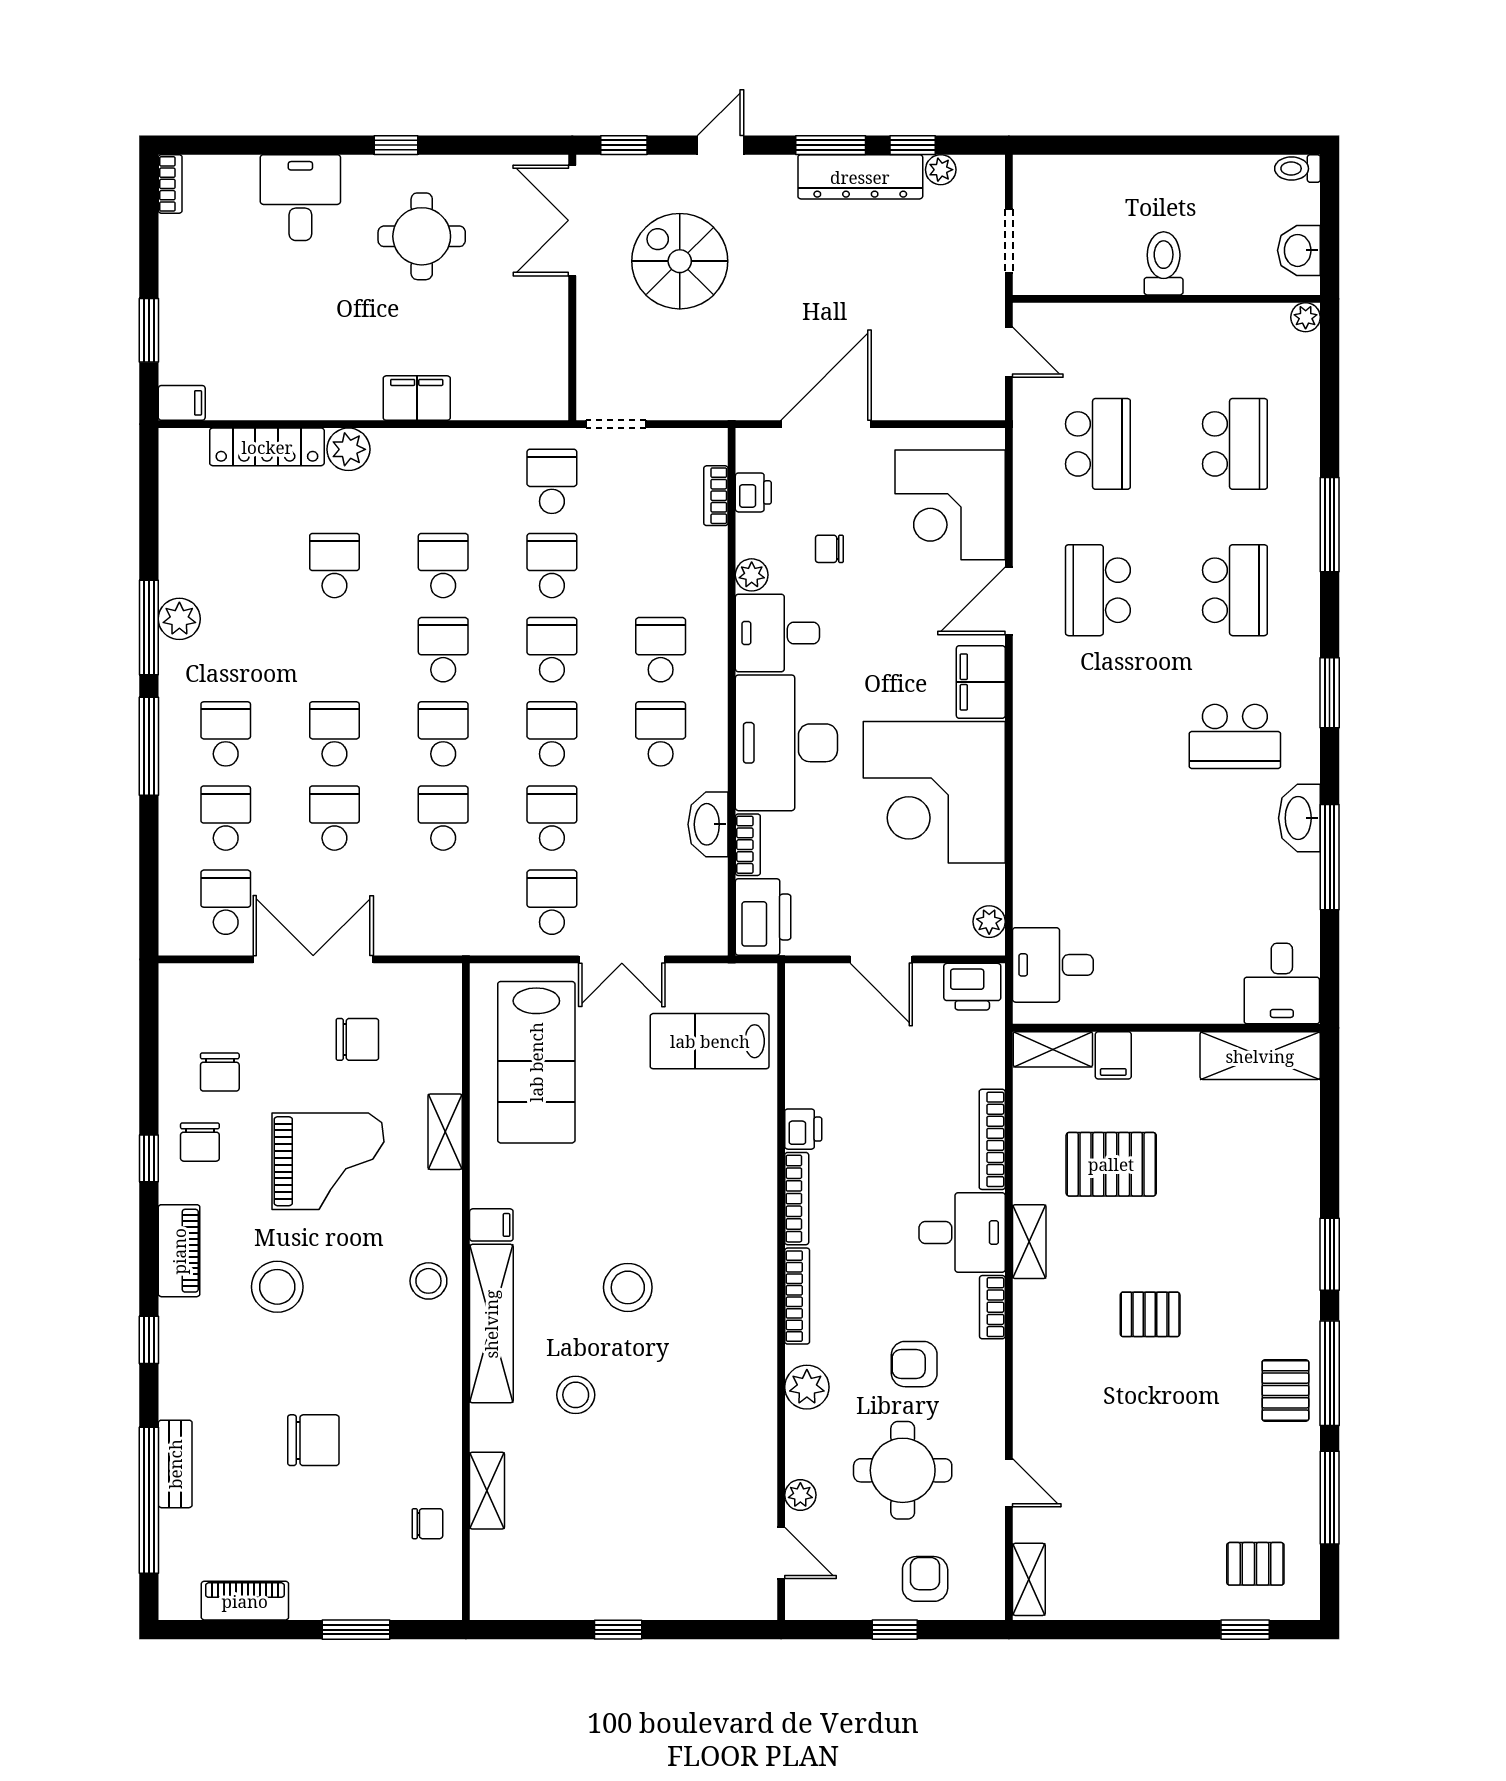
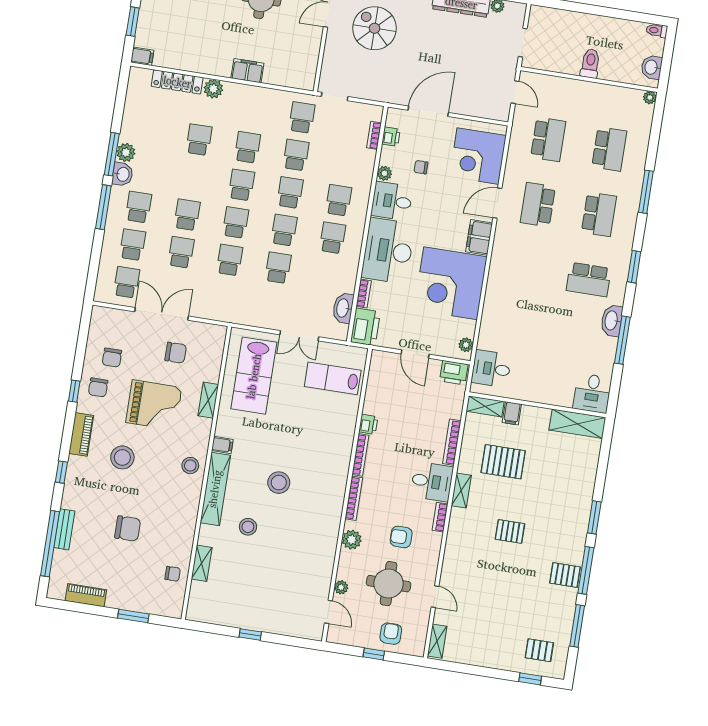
washbasin: (179, 668) -> (123, 174), added
washbasin: (708, 824) -> (343, 308), moved
school desk: (552, 902) -> (272, 305), removed
pallet: (1285, 1390) -> (565, 575), turned 90

